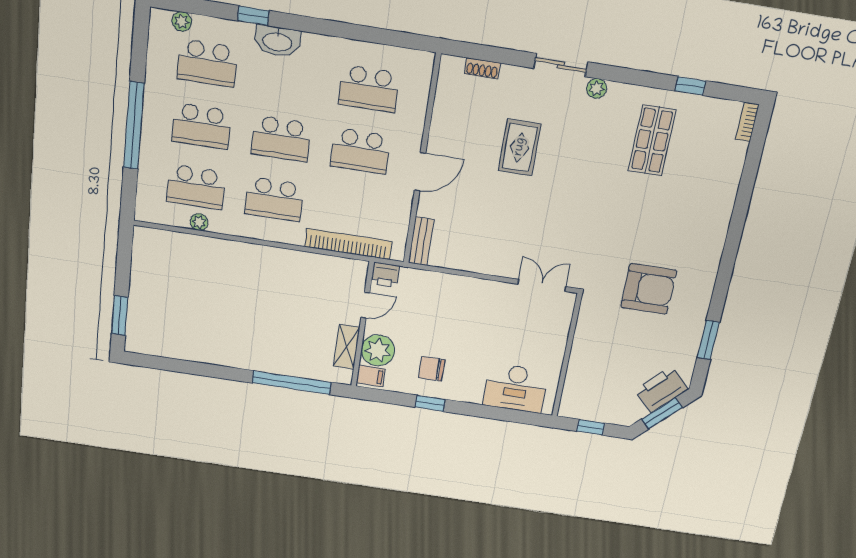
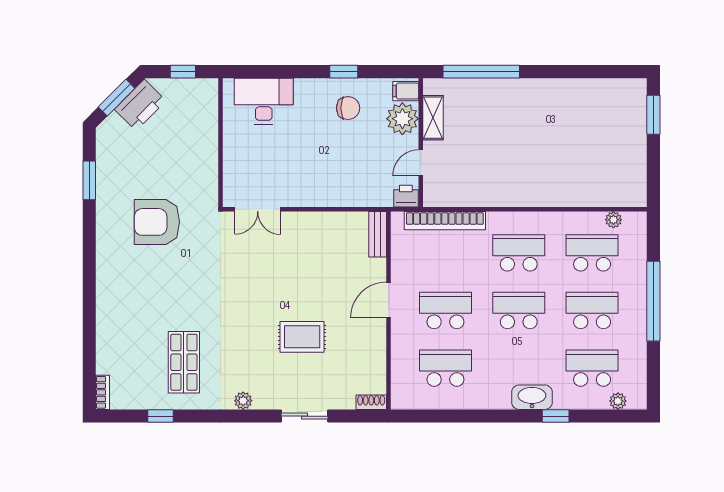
sliding door: (561, 65) -> (304, 416), moved
shoe rack: (482, 68) -> (371, 402), moved
rug: (520, 147) -> (302, 337), turned 90
plant: (199, 222) -> (613, 220), moved
printer: (661, 389) -> (140, 105), moved

